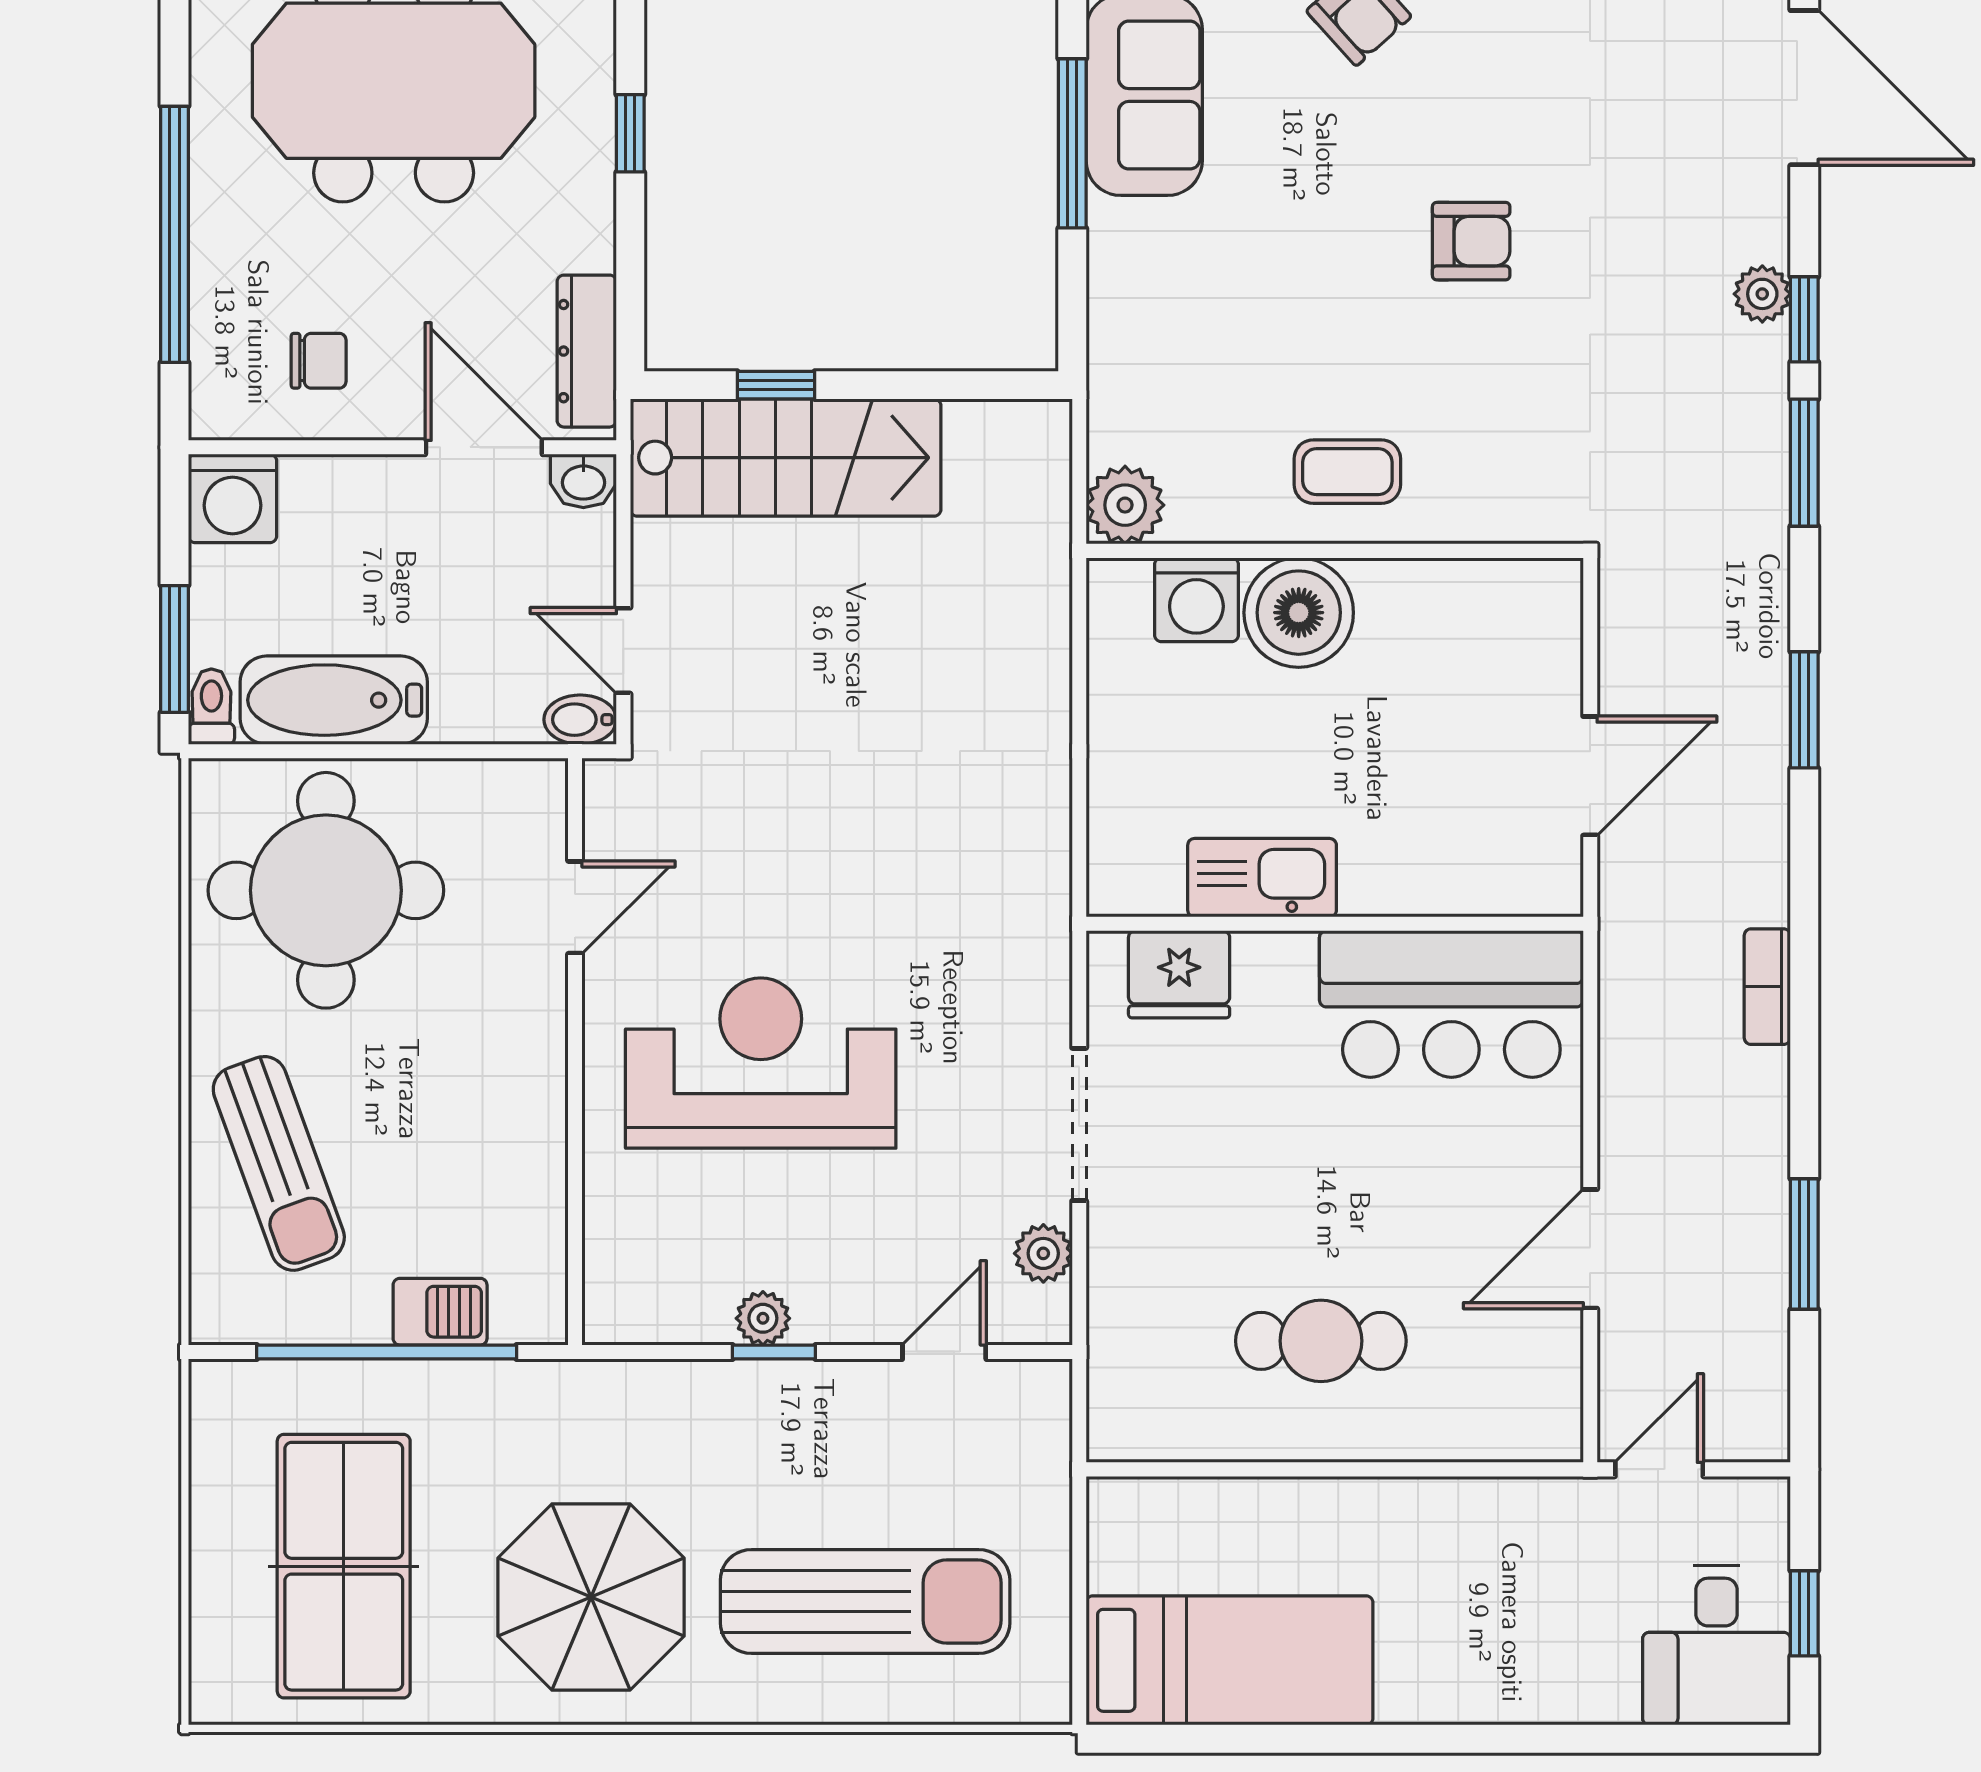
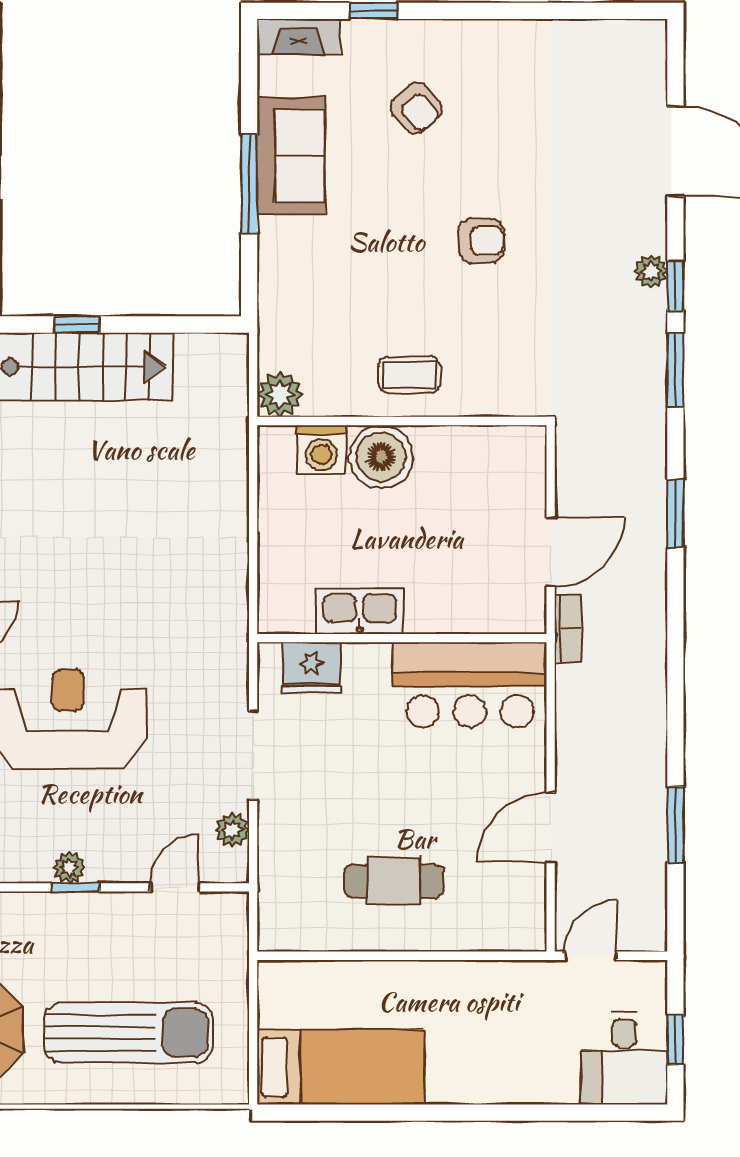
bookcase: (1767, 987) -> (568, 628), moved, turned 180

